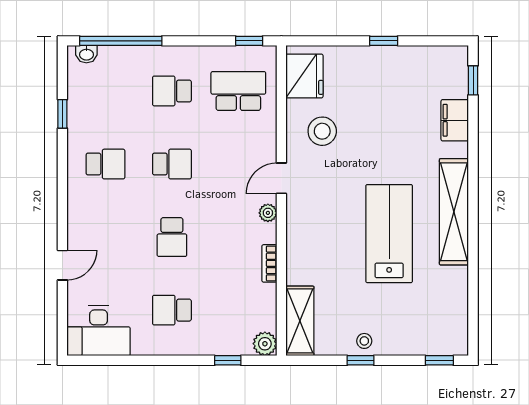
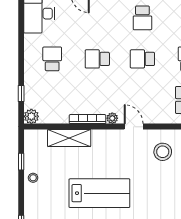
school desk: (172, 164) -> (142, 59), turned 90
bookcase: (269, 263) -> (88, 119), width x1.56
shelving: (300, 321) -> (69, 138), moved
window: (360, 360) -> (21, 162), moved

